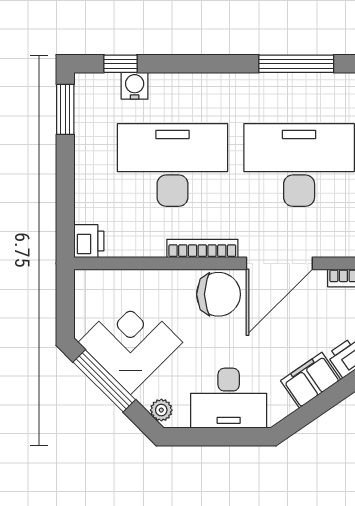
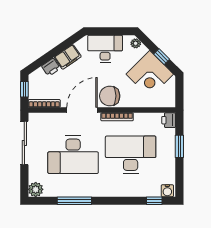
water cooler: (135, 86) -> (167, 191), moved
window: (65, 109) -> (179, 146), moved
desk: (172, 165) -> (131, 155), turned 180
window: (104, 381) -> (162, 57), width x0.46

